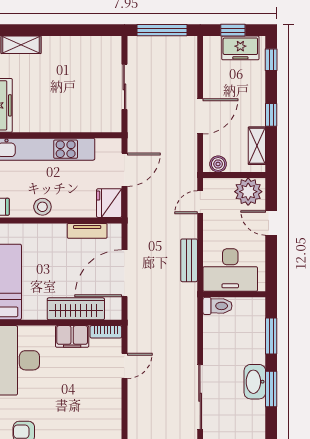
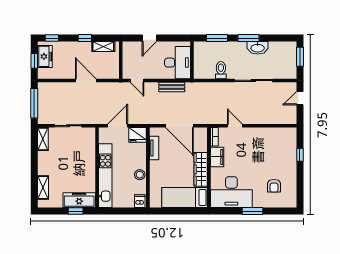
shelving: (102, 45) -> (43, 139), added
boiler: (218, 164) -> (114, 70), removed
door: (124, 170) -> (118, 126), hinge flipped
plant: (248, 192) -> (131, 52), removed
toilet: (217, 306) -> (221, 70), moved
wardrobe: (76, 309) -> (201, 169), moved
washbasin: (255, 382) -> (258, 48), moved

